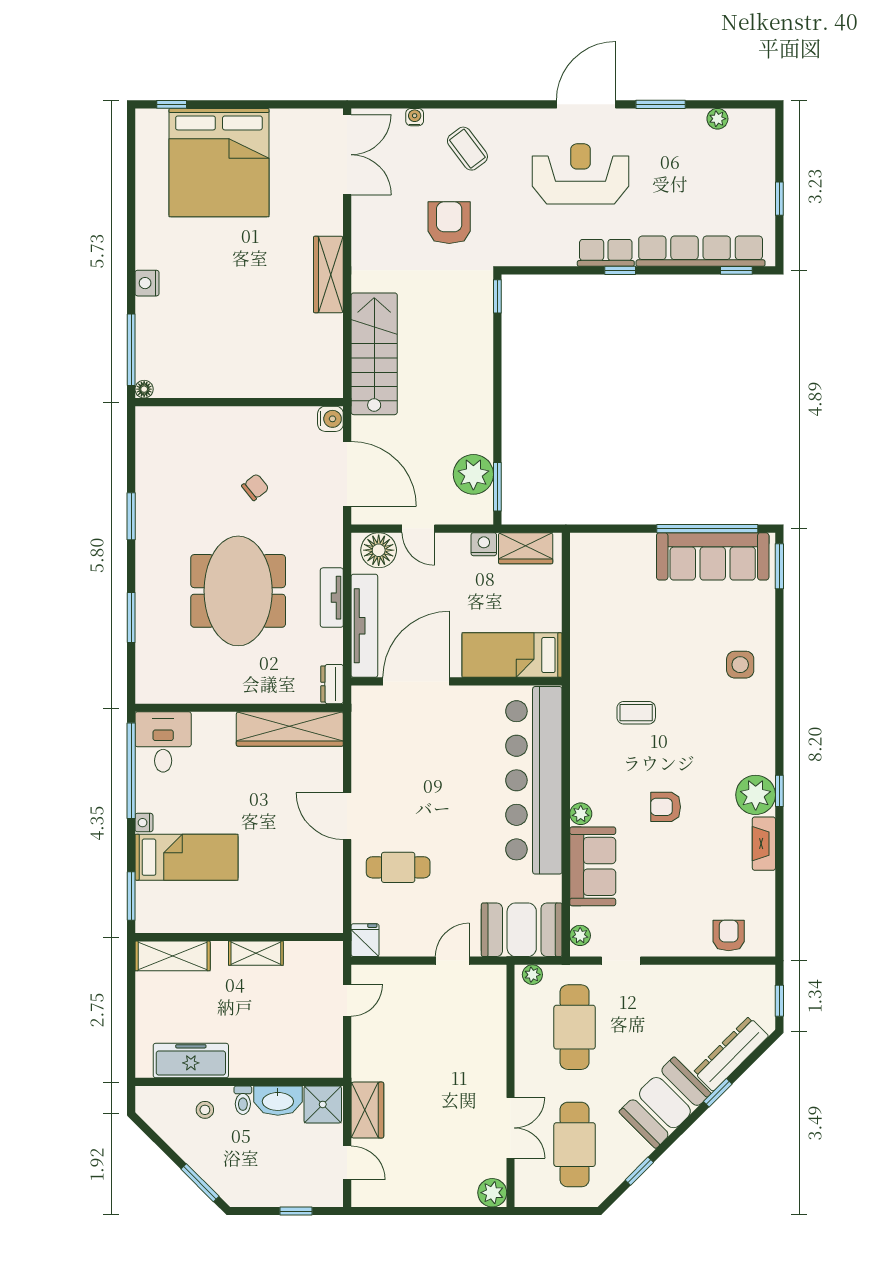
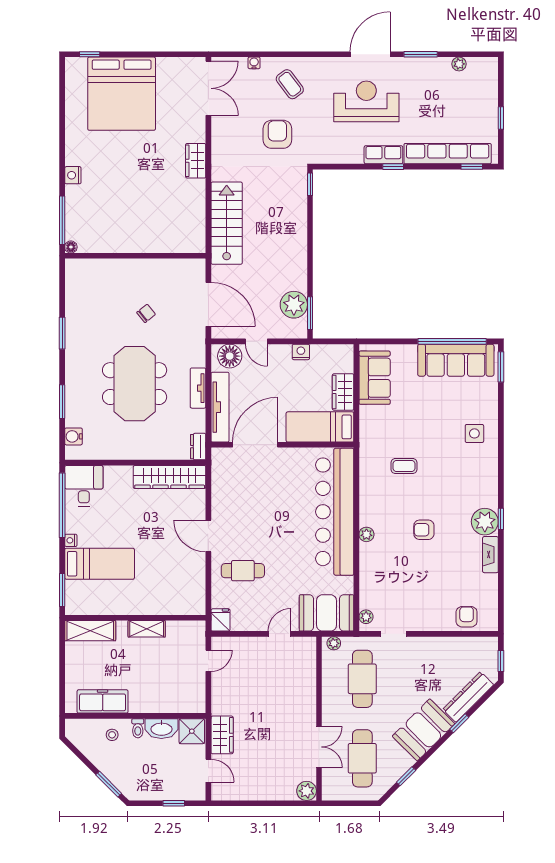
wardrobe: (328, 275) -> (196, 161), width x0.67
water cooler: (330, 419) -> (73, 436), moved, turned 180
wardrobe: (526, 548) -> (343, 392), moved, turned 90
sofa: (593, 866) -> (375, 378), moved

